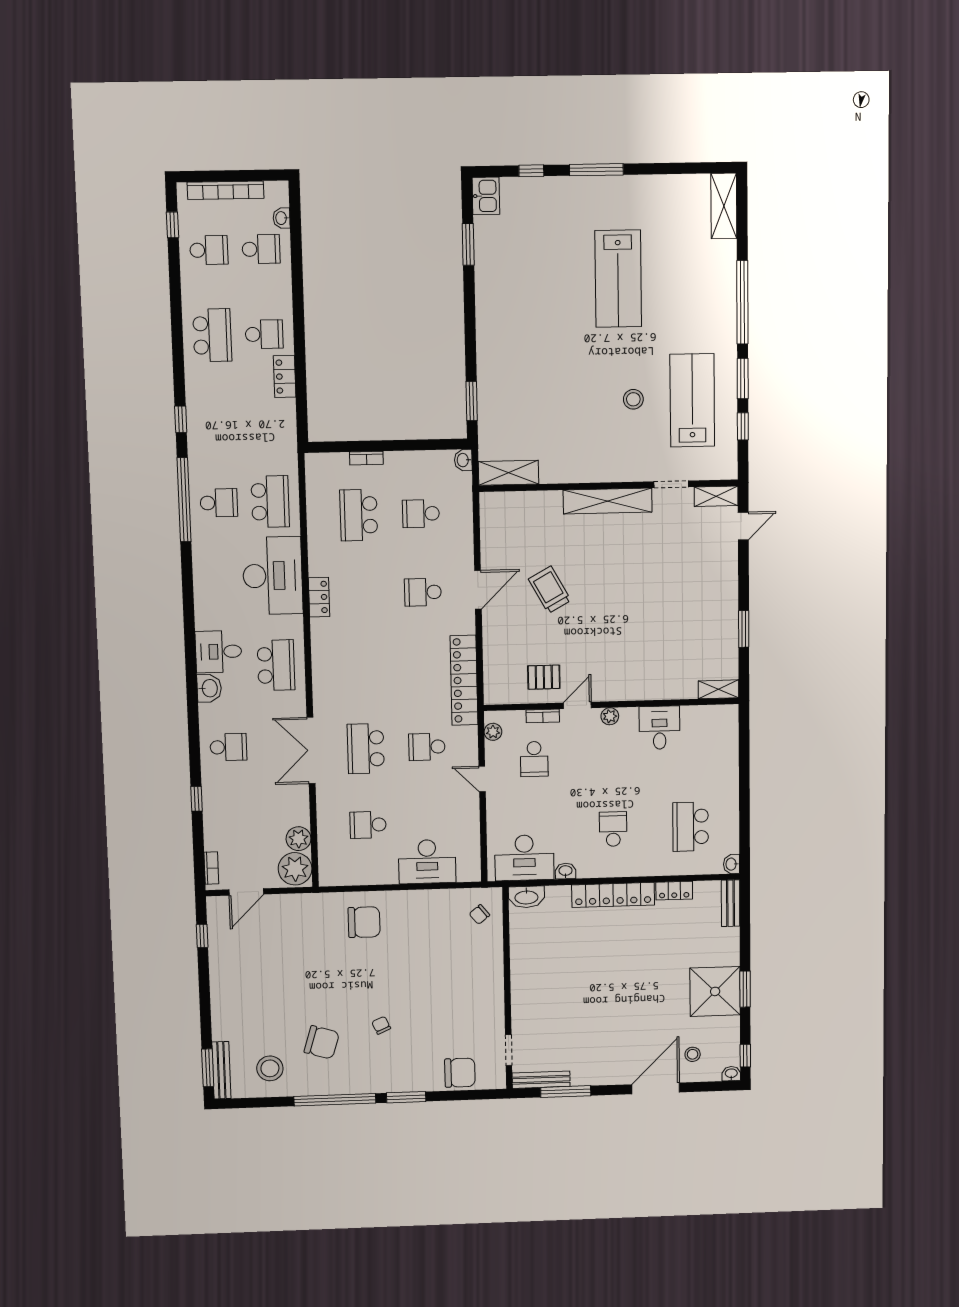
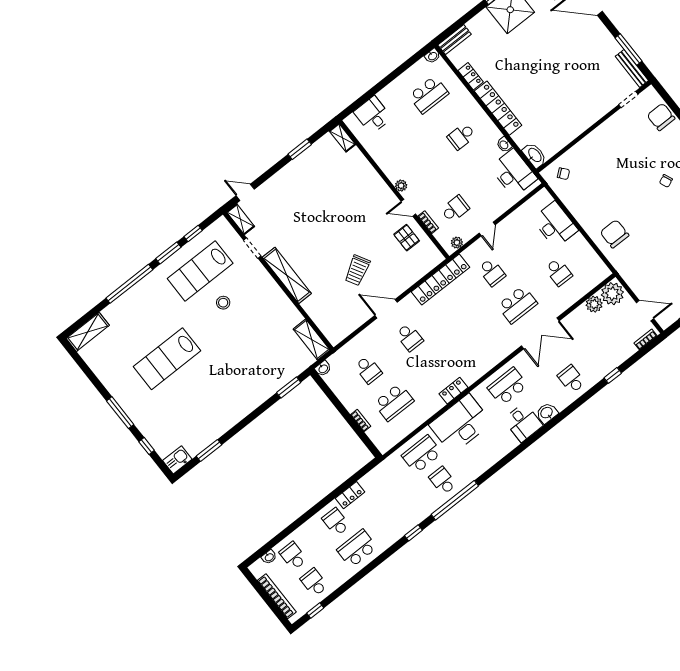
lab bench: (618, 279) -> (167, 359), turned 180
desk: (660, 728) -> (373, 115), moved, turned 90

